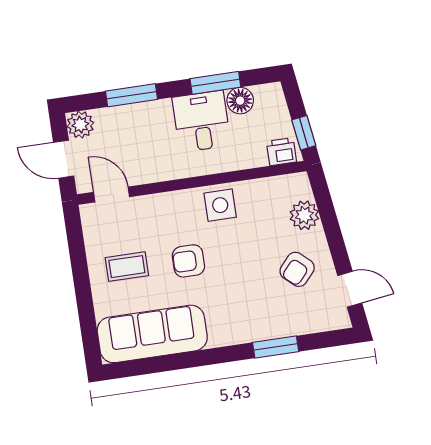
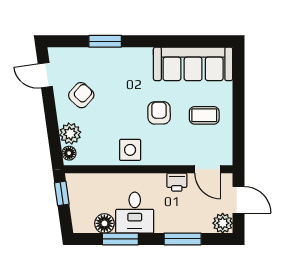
printer: (281, 152) -> (177, 182), moved
floor lamp: (302, 189) -> (69, 153), added
armchair: (188, 261) -> (159, 113), turned -91

